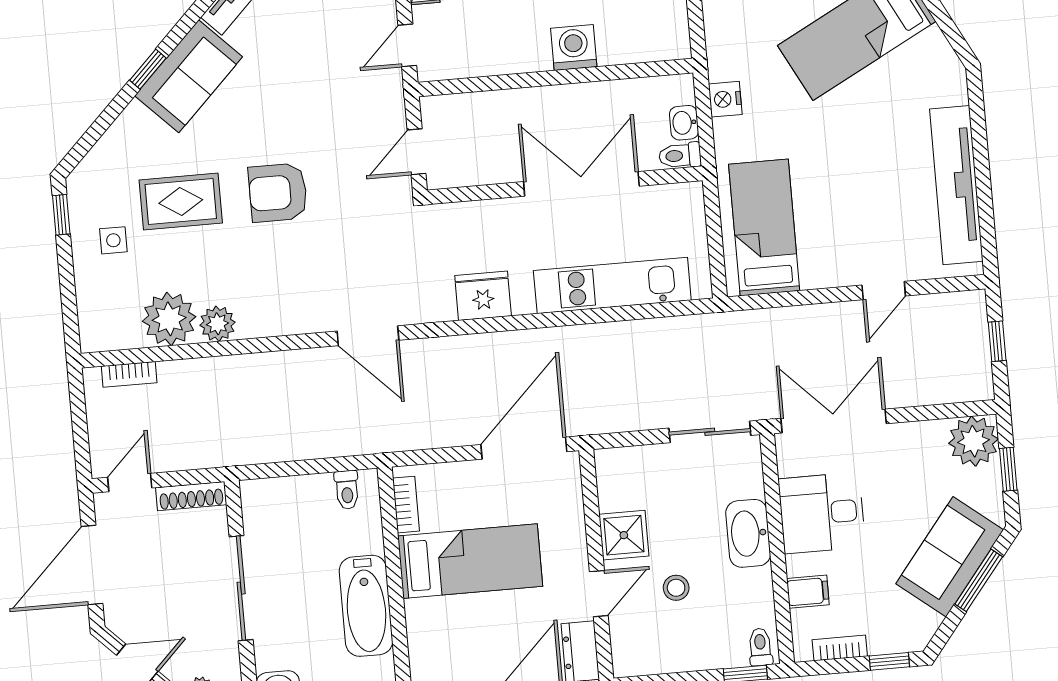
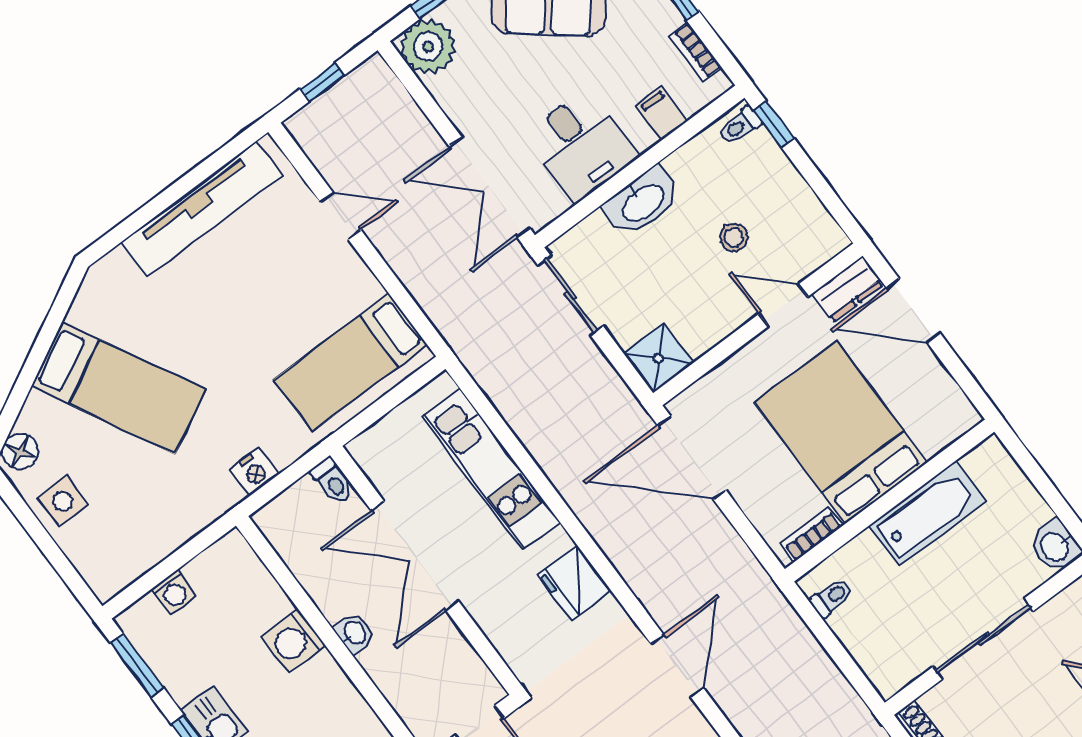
washbasin: (684, 123) -> (354, 633), moved, turned -90
shower: (624, 535) -> (658, 358), moved
bed: (470, 561) -> (841, 432), width x1.50

